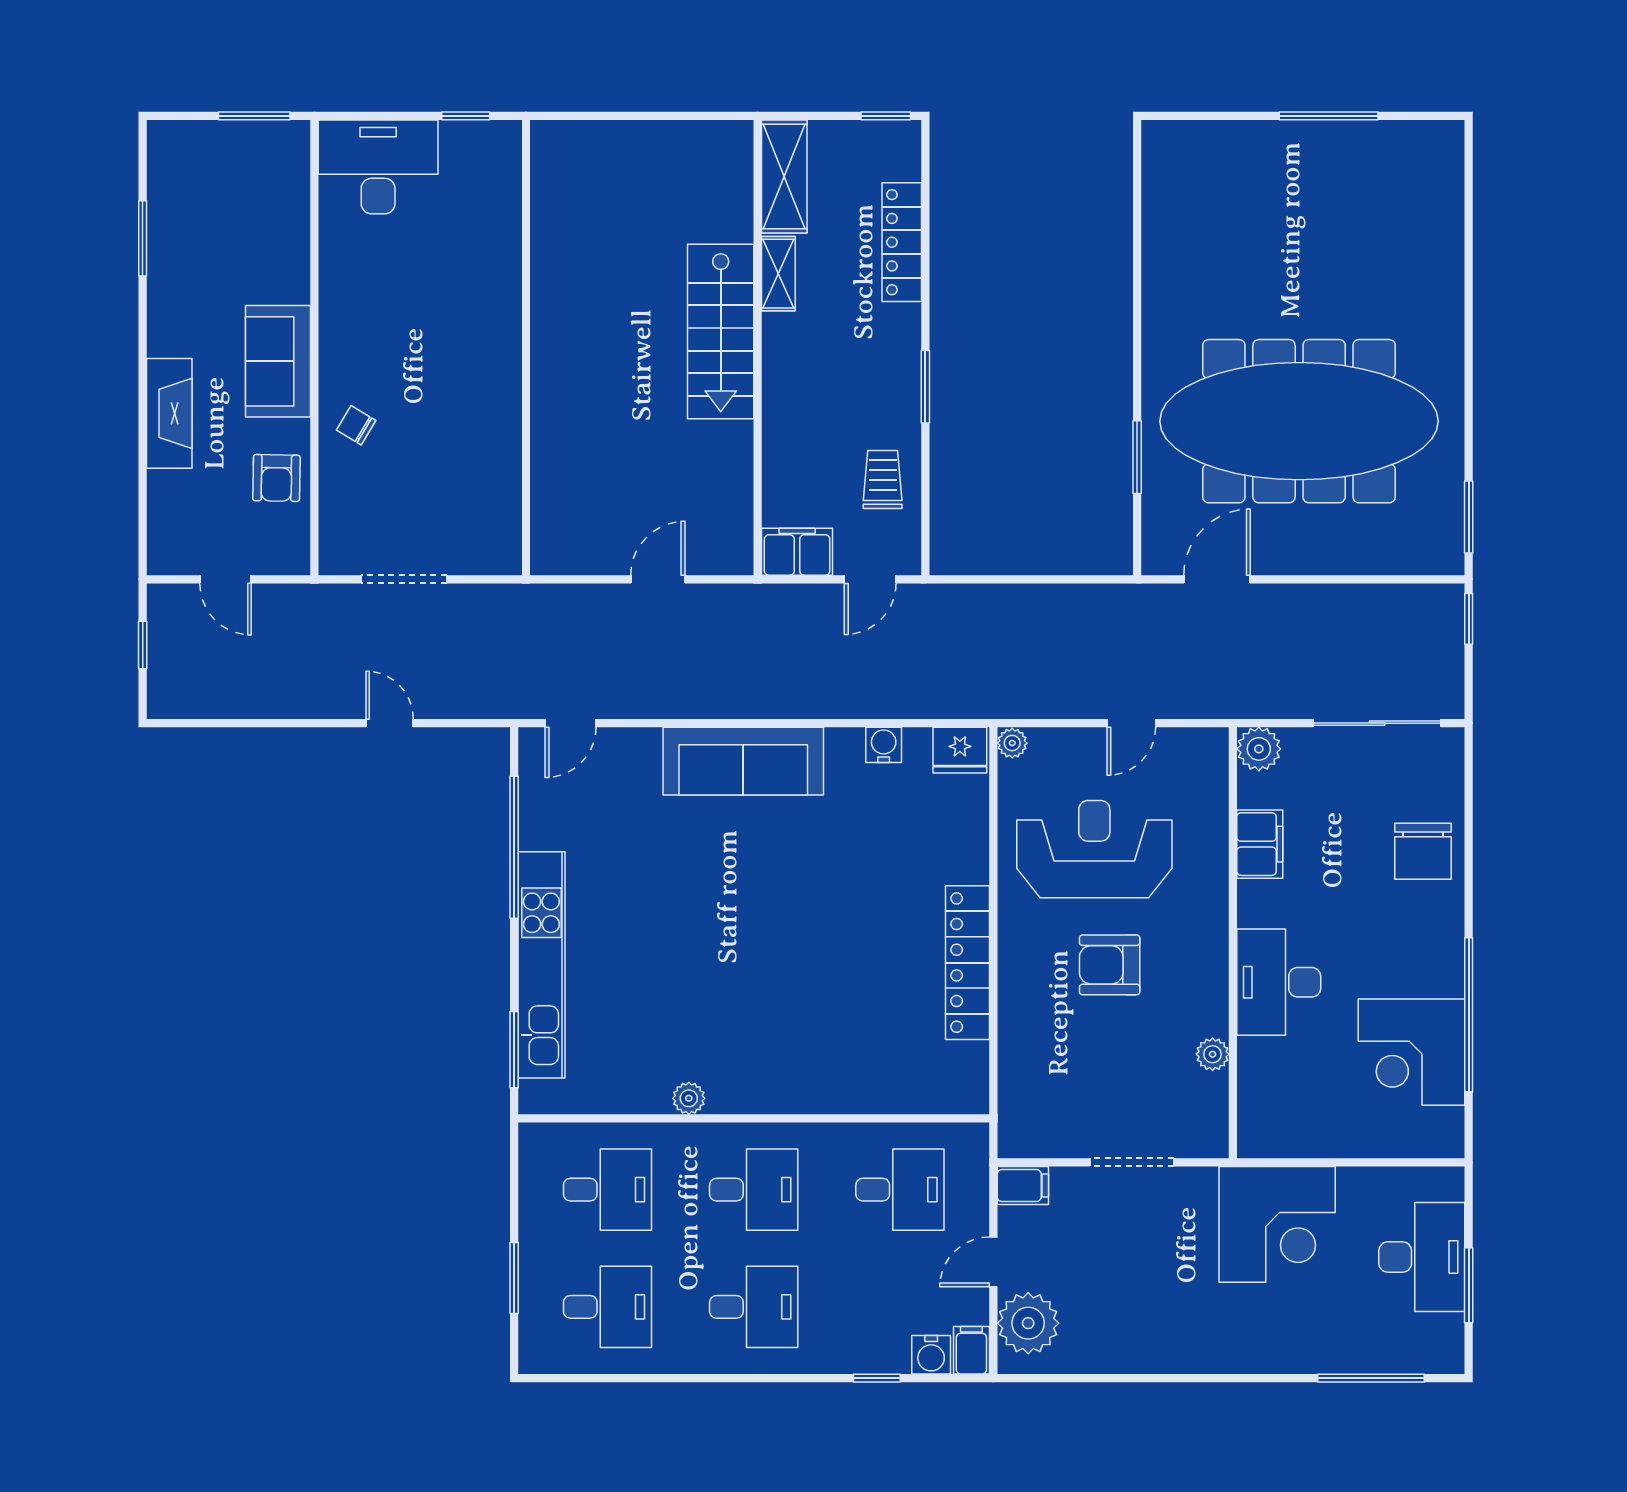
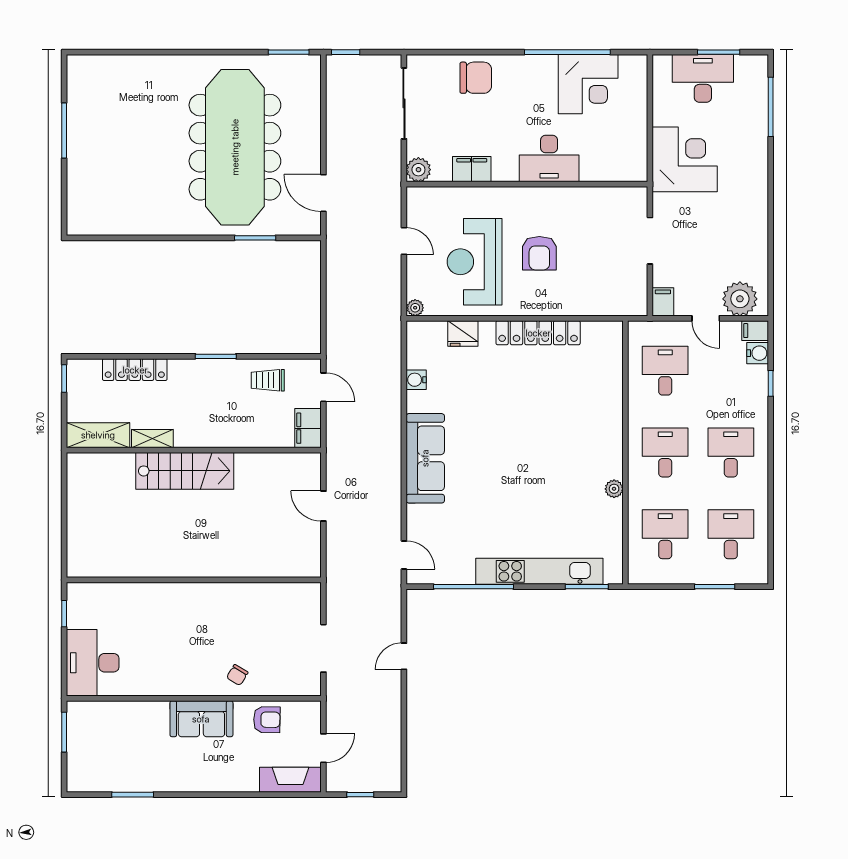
fireplace: (169, 413) -> (290, 780), moved
fridge: (960, 750) -> (463, 333), moved, turned 90
plant: (1213, 1054) -> (589, 196), removed

